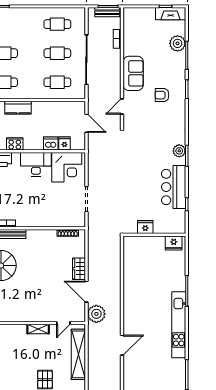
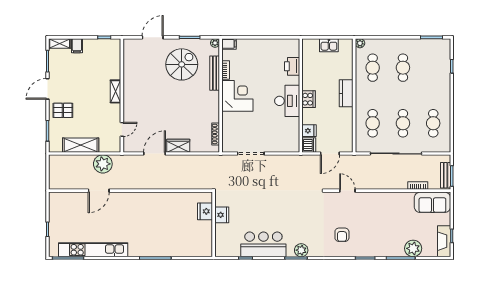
sofa: (133, 73) -> (432, 202), moved
armchair: (162, 95) -> (342, 235), moved, turned 180
kitchen counter: (18, 108) -> (346, 93), moved
cooker: (15, 144) -> (308, 99), moved
dishwasher: (51, 144) -> (309, 145), moved
corner desk: (67, 167) -> (237, 96), moved, turned 180
fridge: (174, 243) -> (205, 211), moved
plant: (96, 314) -> (103, 164), moved
door: (63, 323) -> (122, 129), swing flipped
kitchen unit: (179, 325) -> (93, 250), moved
shelving: (38, 329) -> (116, 91), moved
door: (122, 345) -> (99, 191), hinge flipped
shelving: (78, 354) -> (81, 145), width x0.68

